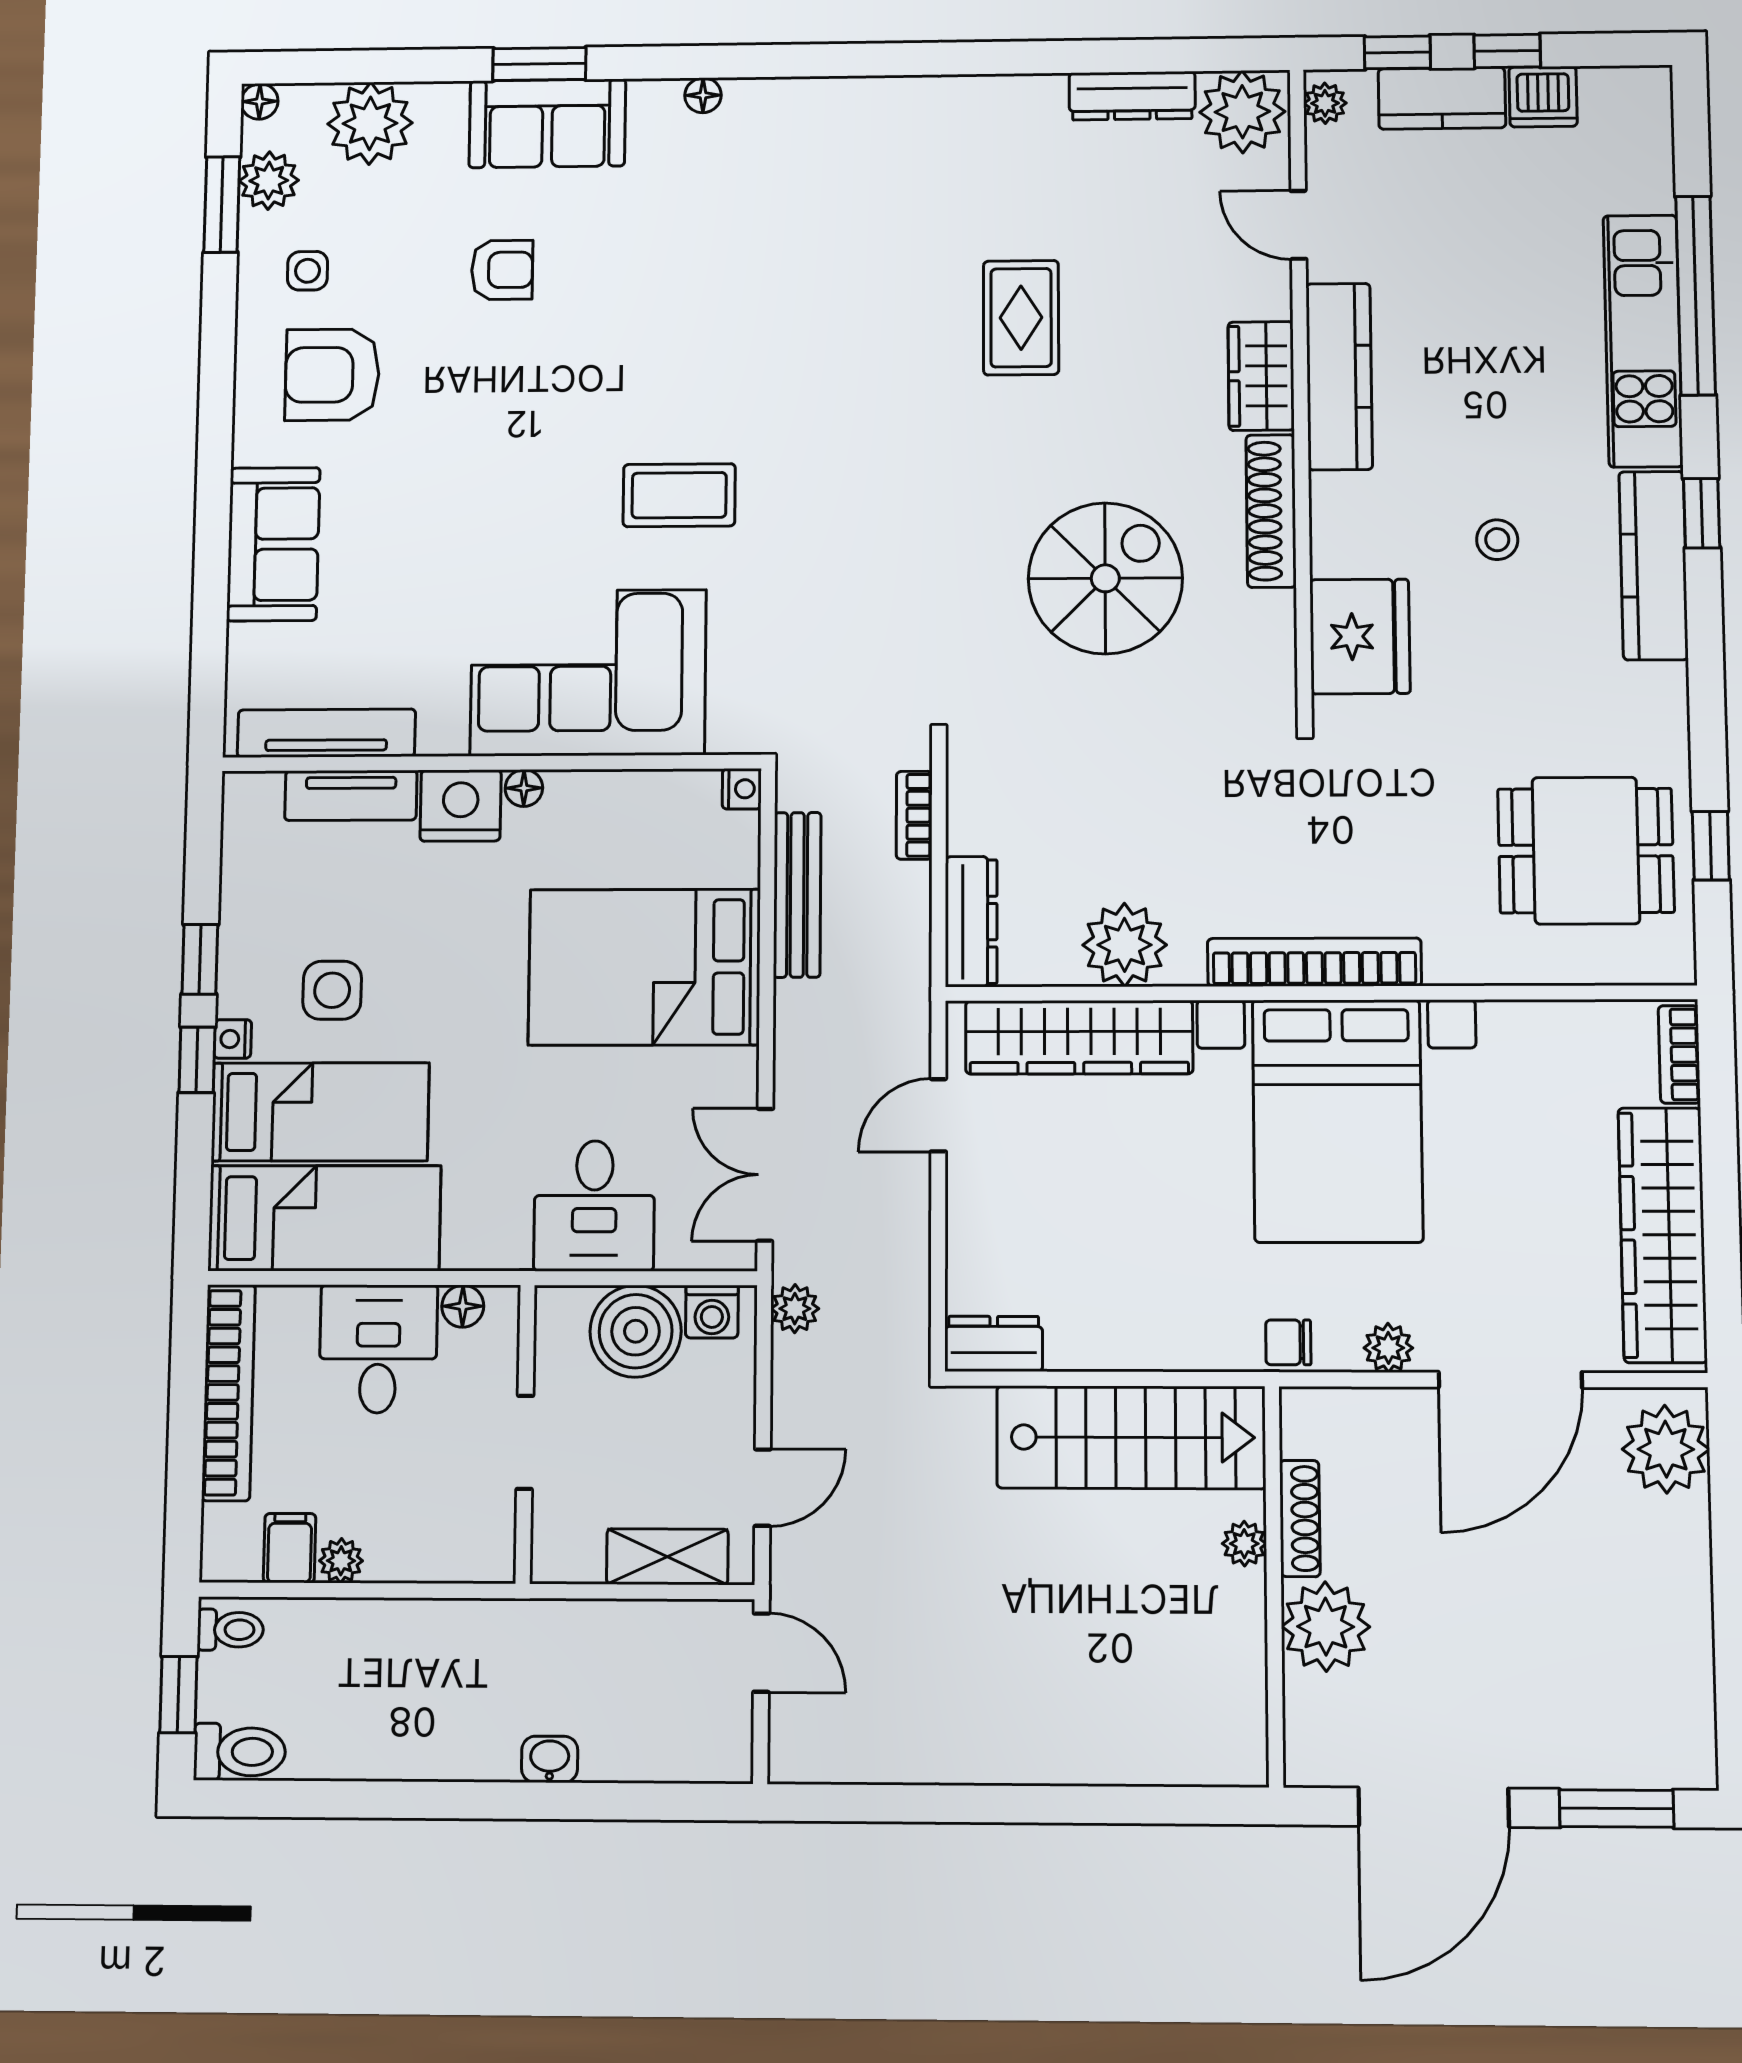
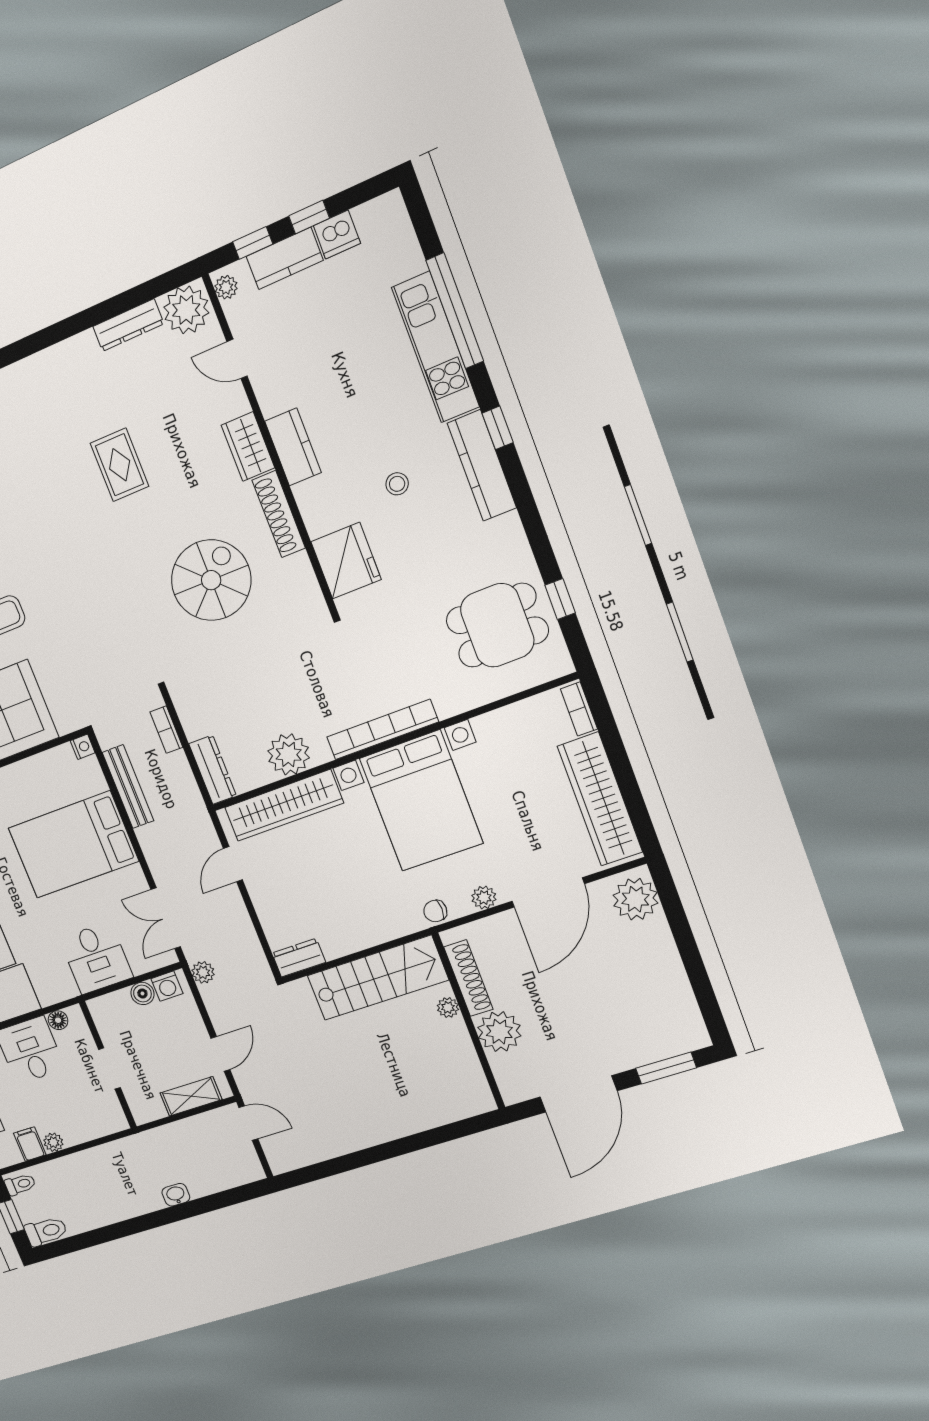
kitchen counter: (1339, 376) -> (293, 447), width x0.67
boiler: (636, 1331) -> (142, 993), width x0.54, depth x0.54
shoe rack: (1300, 1518) -> (468, 978), width x1.36, depth x1.24

